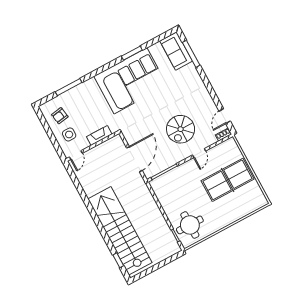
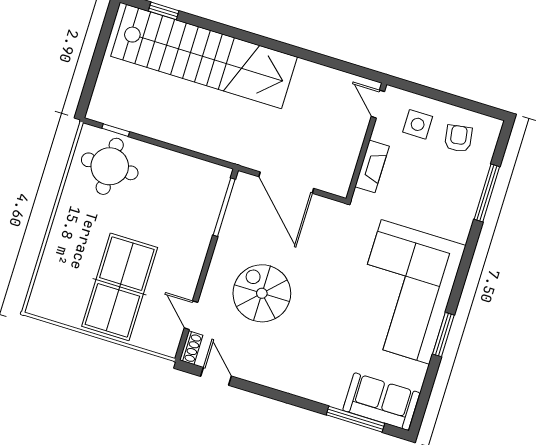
door: (199, 153) -> (191, 315), moved

